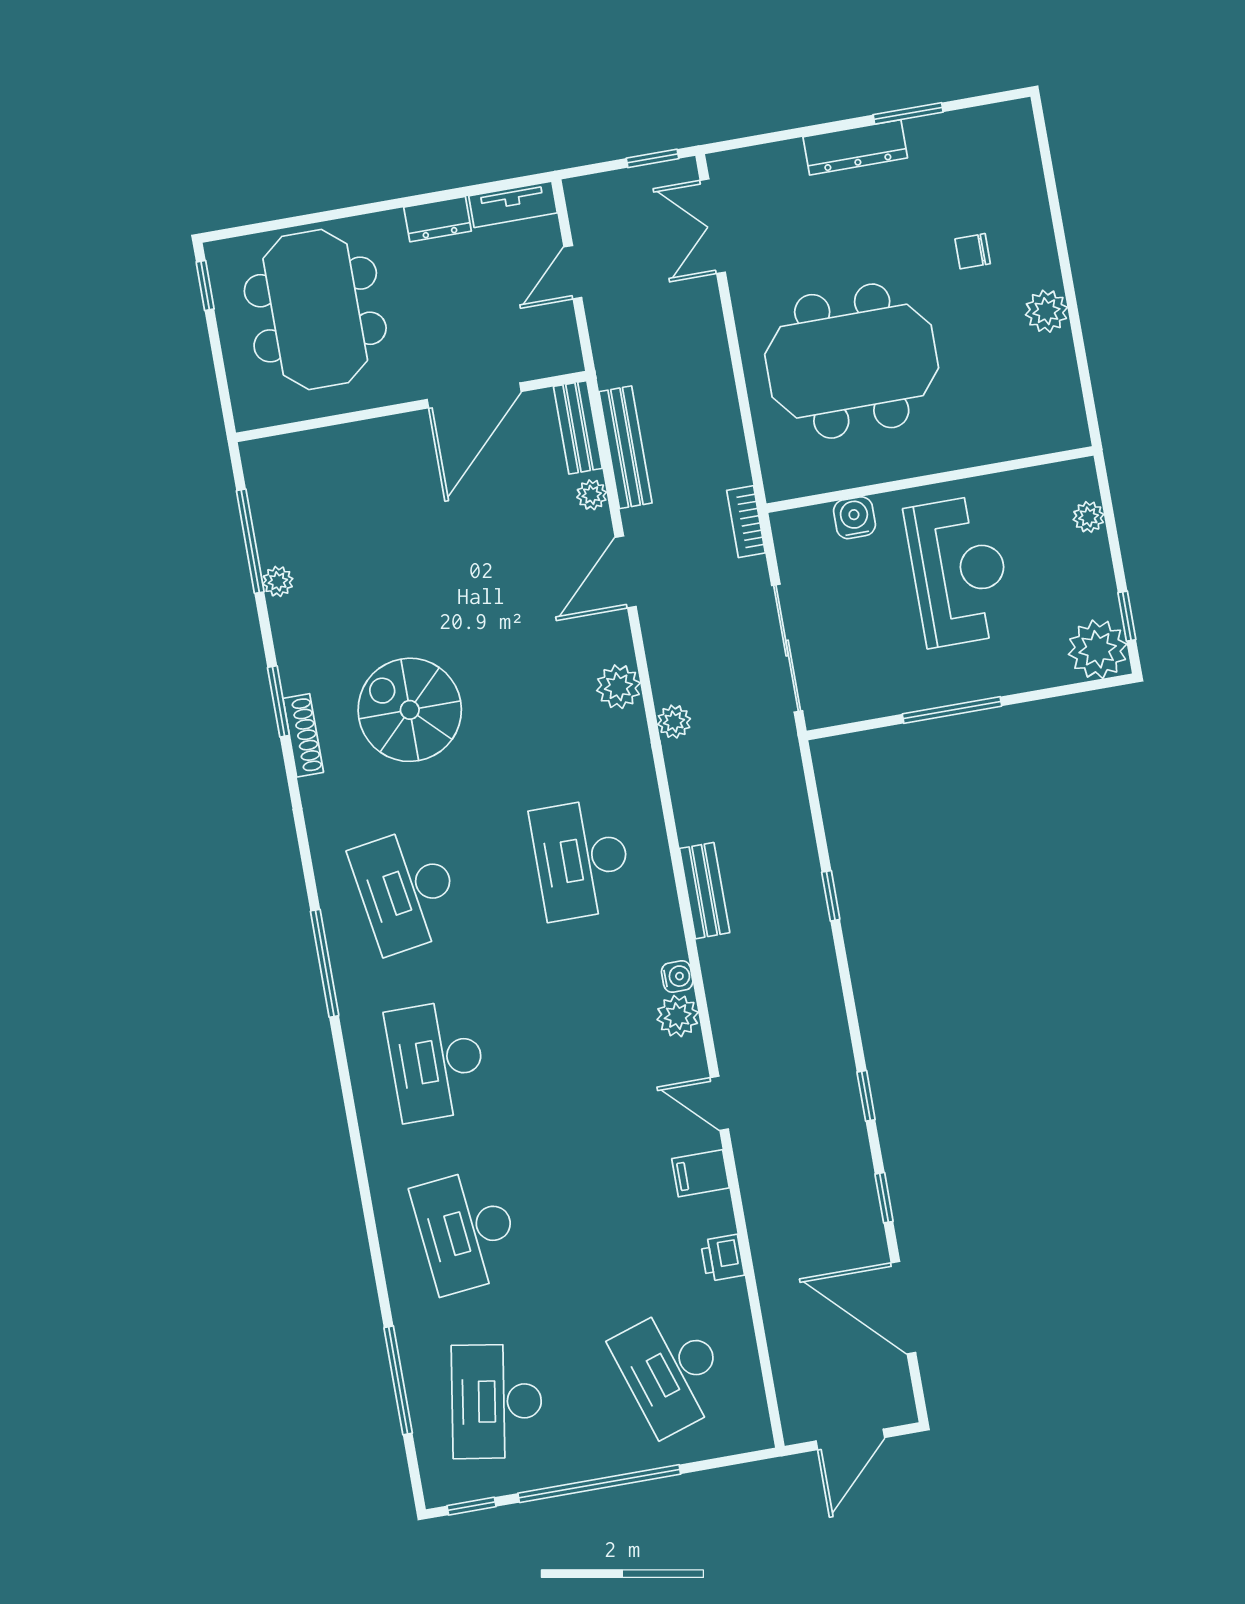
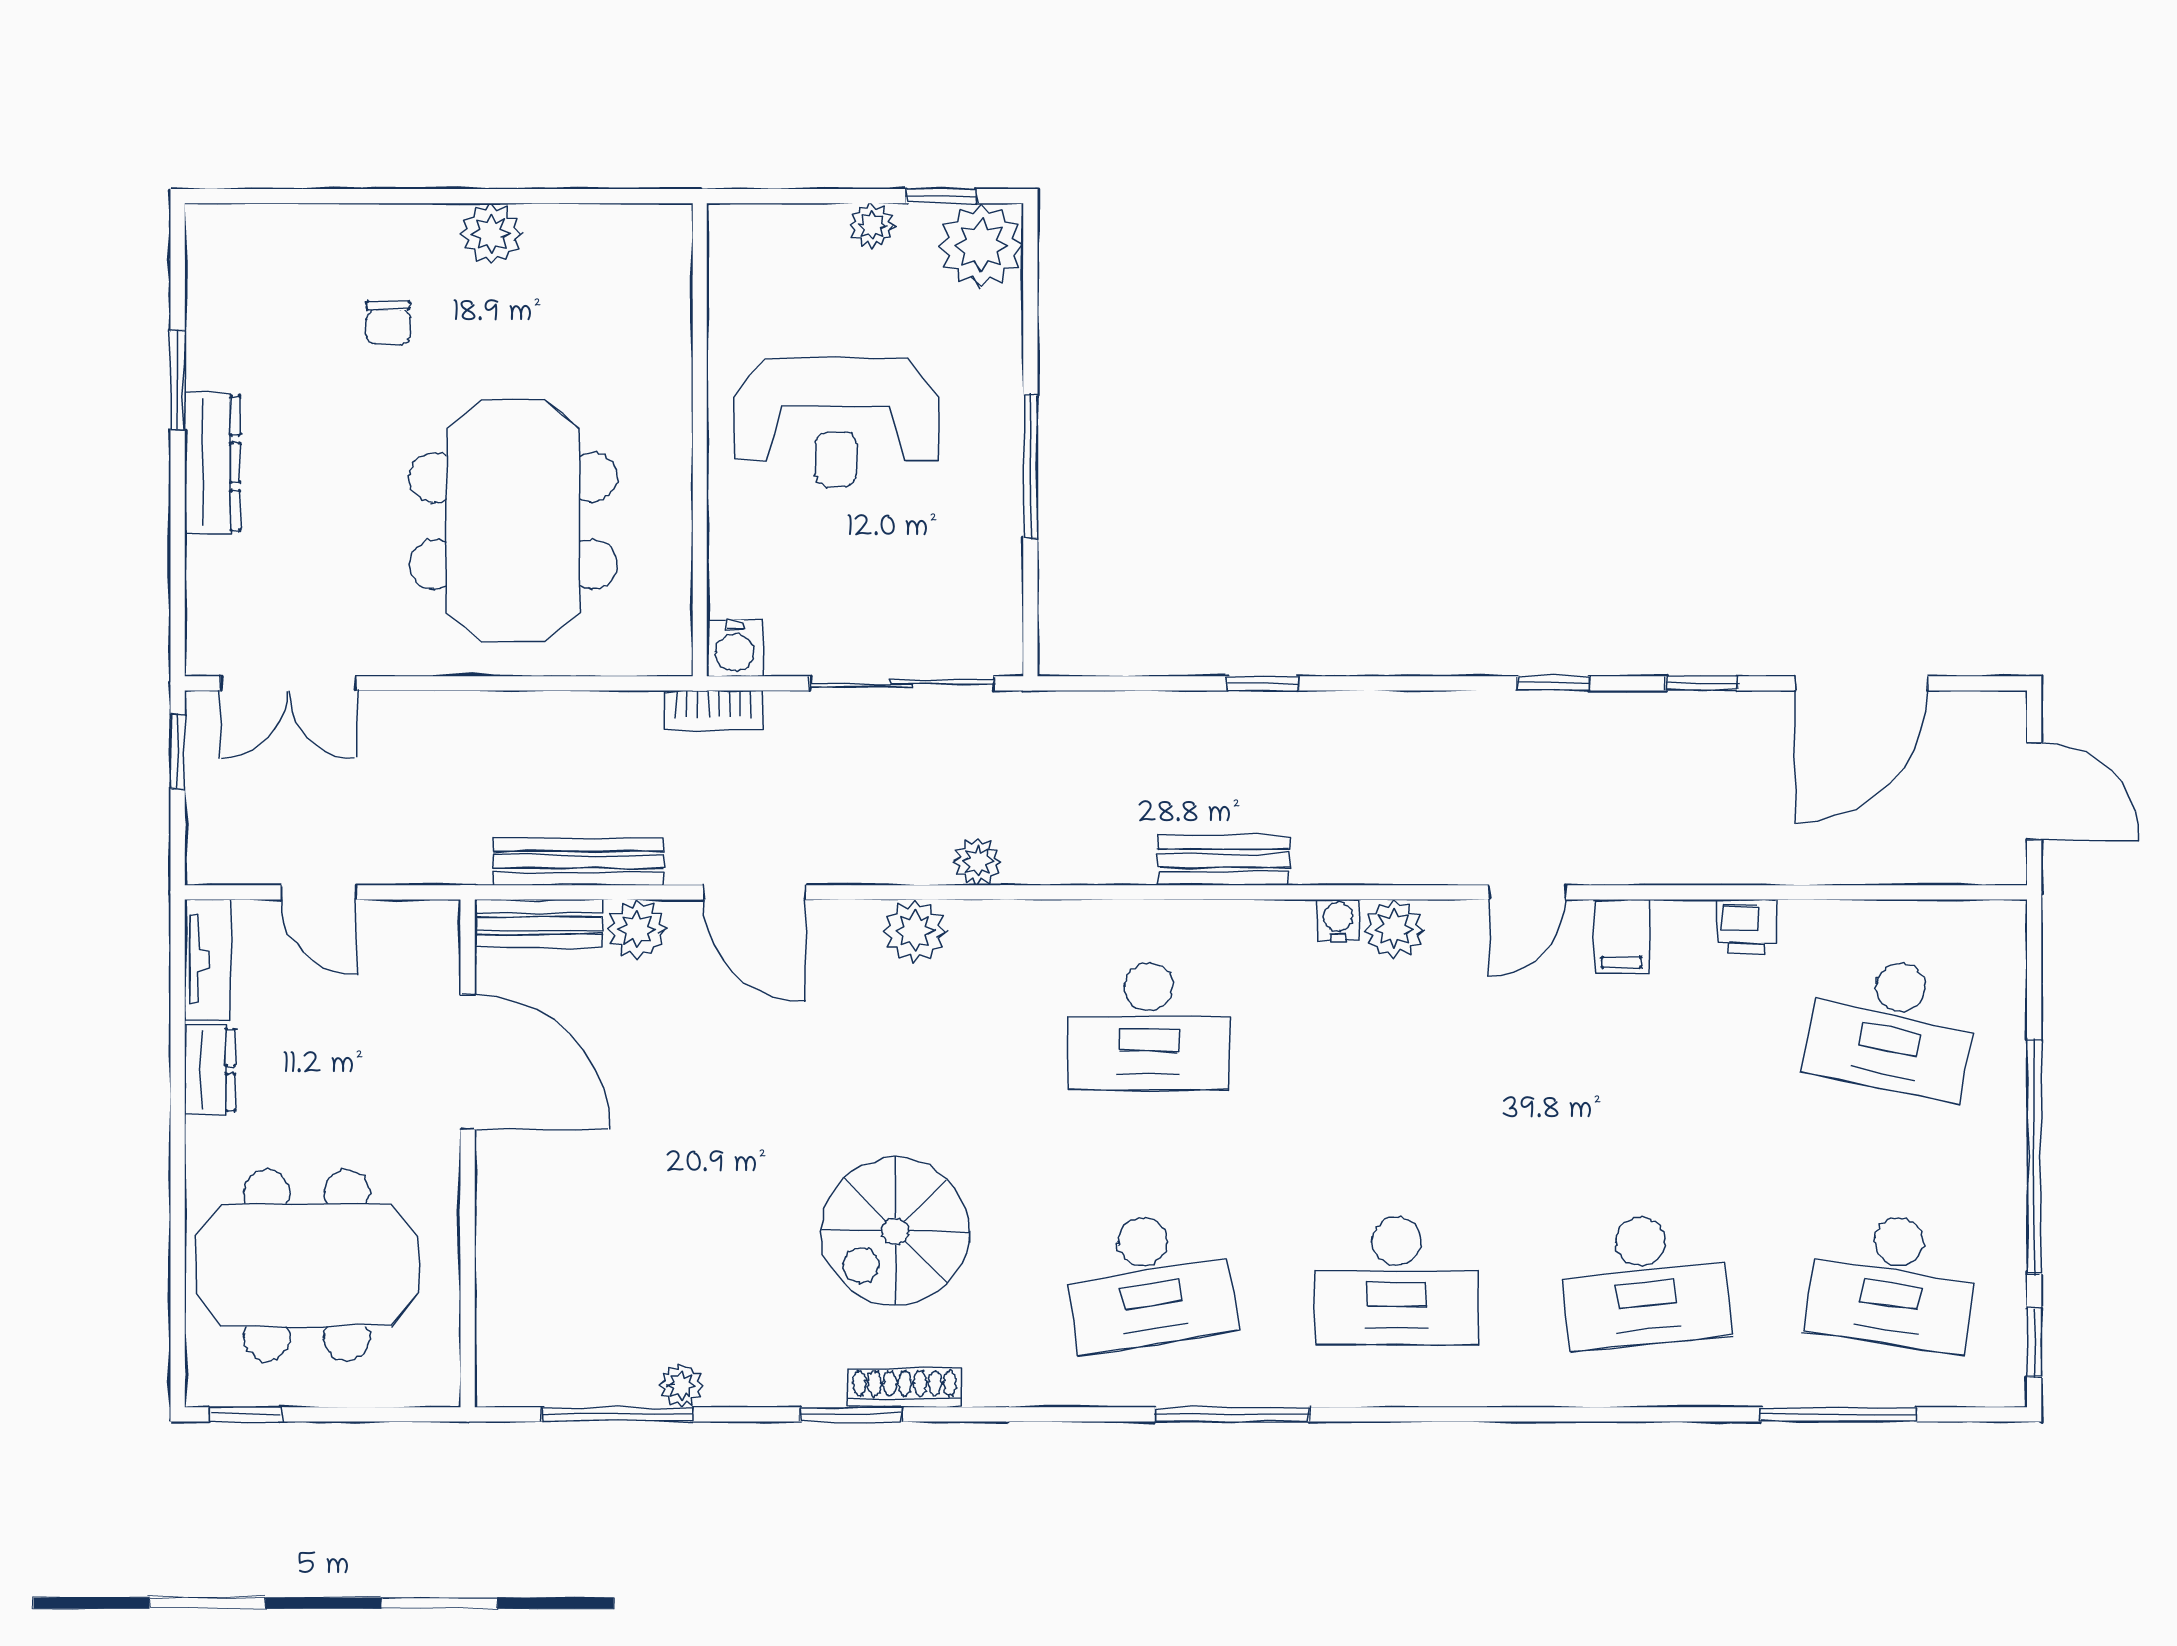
plant: (592, 495) -> (637, 929), width x1.38, depth x1.38
plant: (1089, 517) -> (872, 226), moved
water cooler: (854, 518) -> (735, 648), moved, turned -90
reception desk: (959, 571) -> (836, 422), turned 180
desk: (672, 1371) -> (1893, 1026), turned 30

